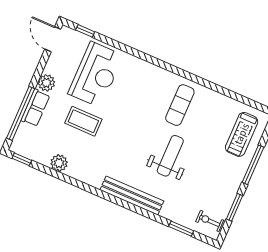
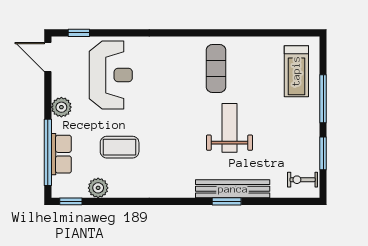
row of seats: (35, 108) -> (61, 154), moved
coffee table: (83, 121) -> (120, 147), moved
plant: (59, 163) -> (98, 188), moved
bench: (132, 195) -> (233, 189), moved
window: (181, 229) -> (227, 201), moved

